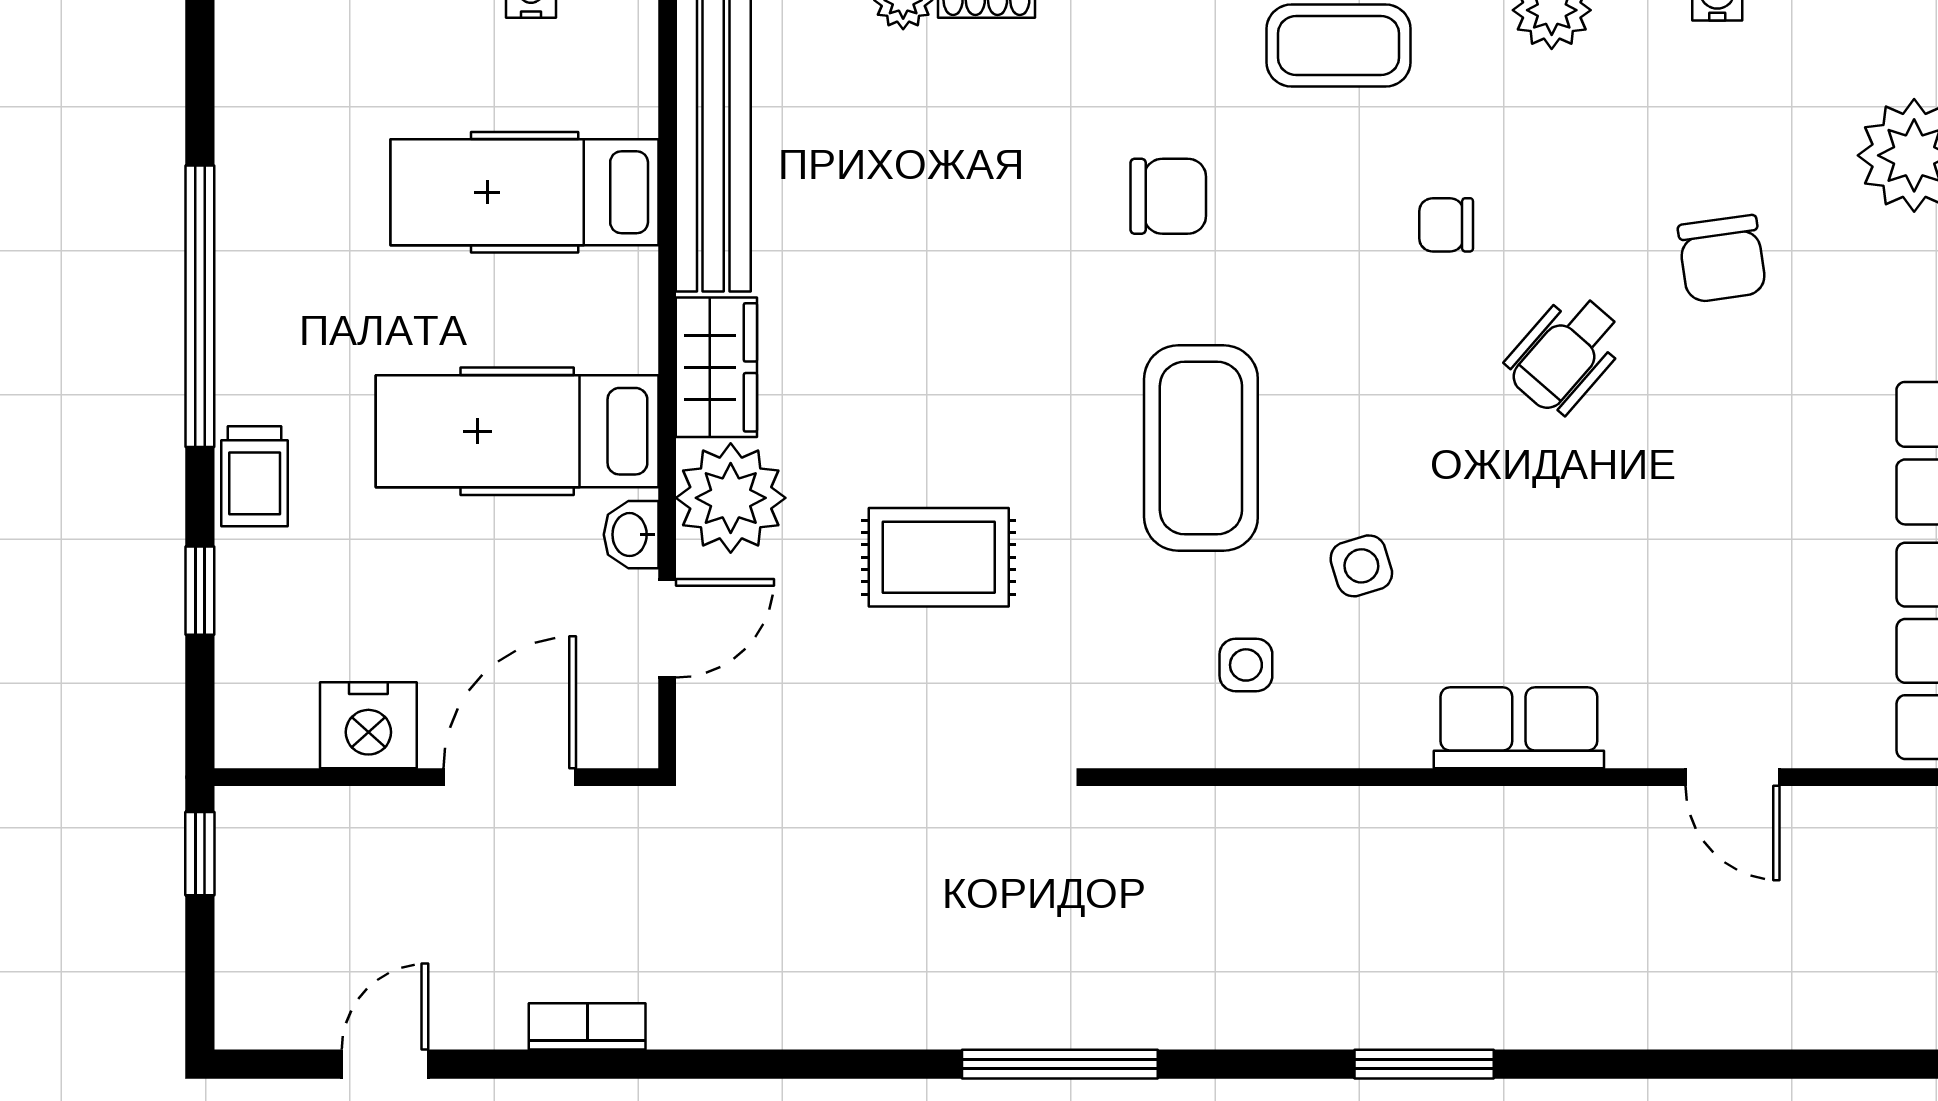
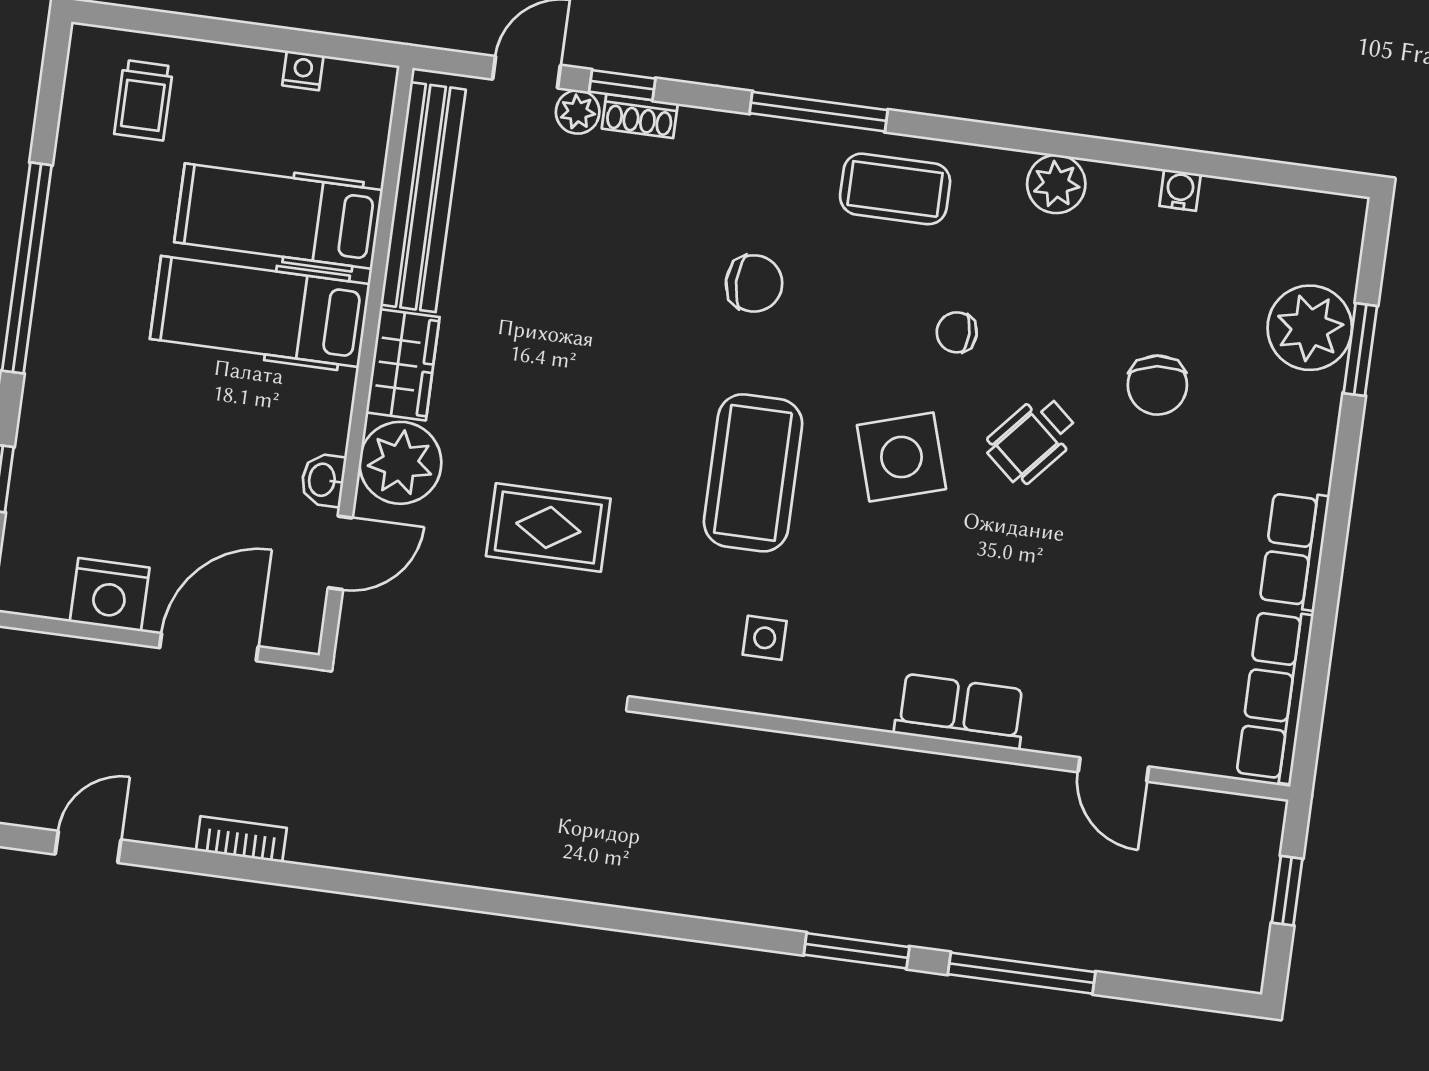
hospital bed: (517, 431) -> (260, 312), moved
trolley: (255, 476) -> (144, 100), moved
side table: (1361, 566) -> (901, 457), moved, width x1.87, depth x1.87
window: (1060, 1064) -> (1022, 973), moved

